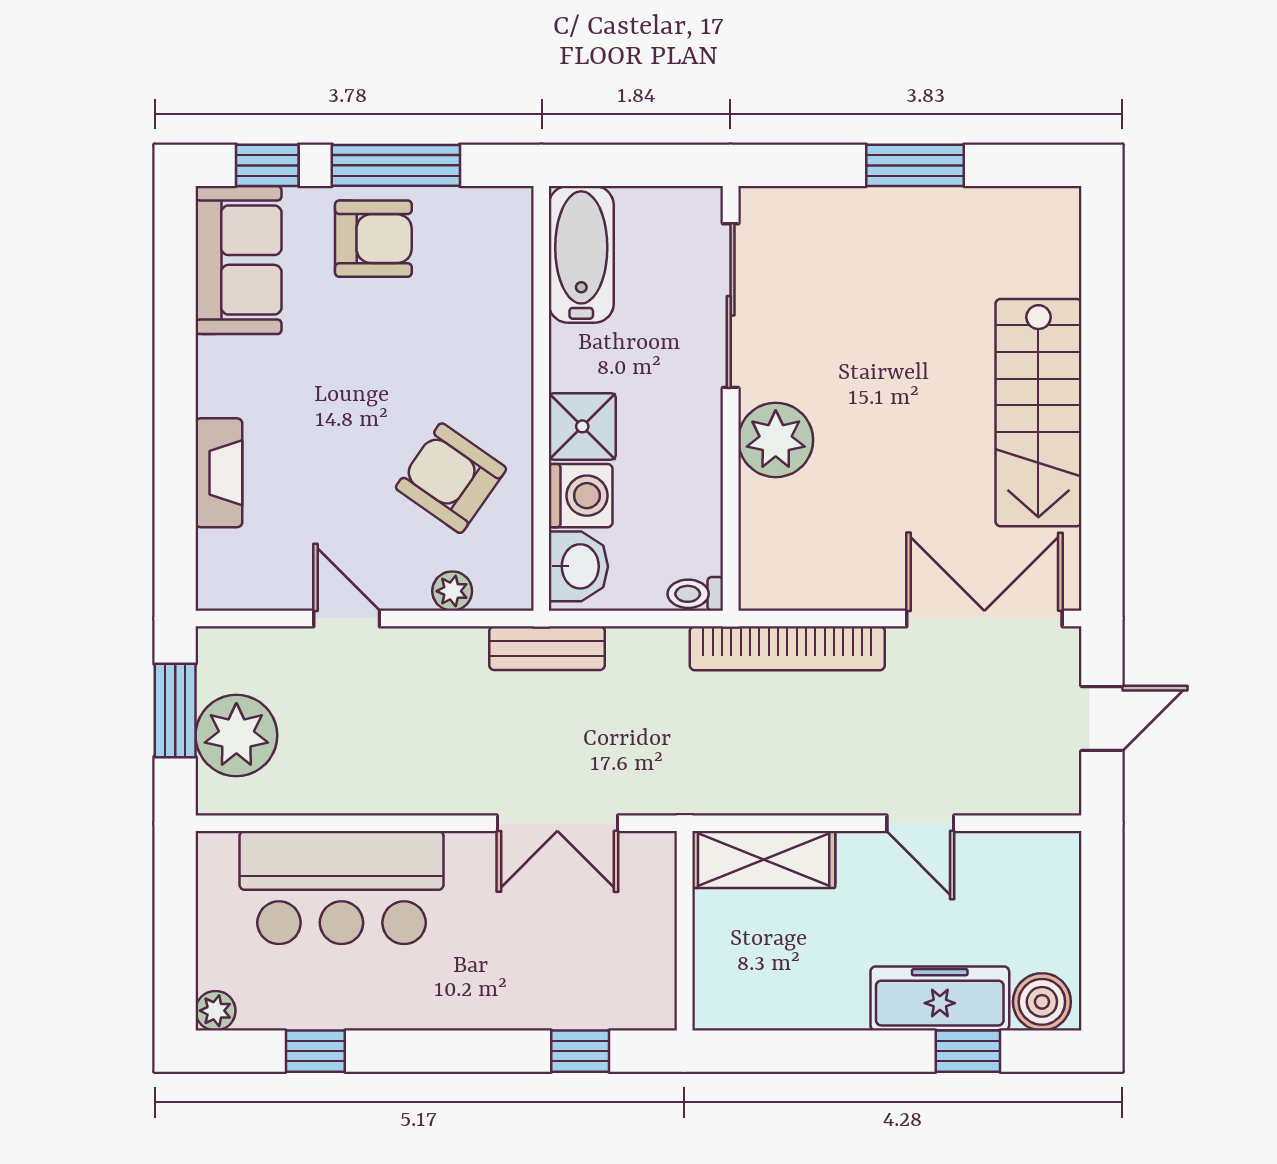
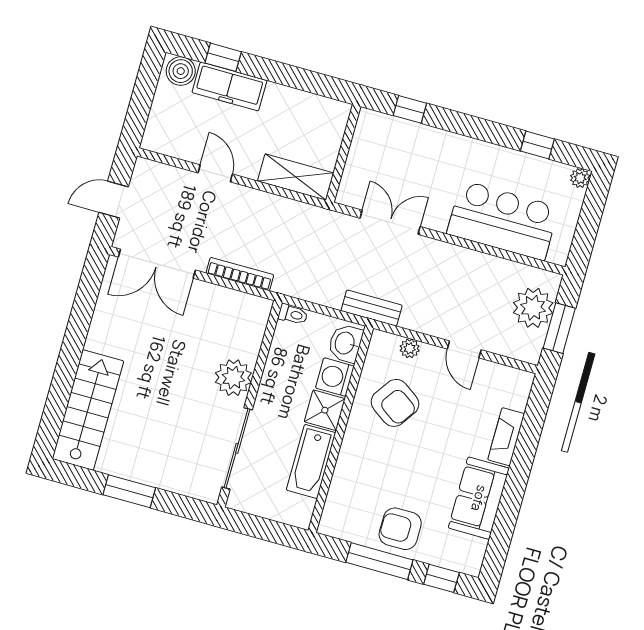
bathtub: (581, 254) -> (311, 461), moved
sofa: (238, 260) -> (479, 498), moved
stairs: (1038, 413) -> (88, 410), moved
bookcase: (787, 648) -> (240, 274), width x0.68, depth x0.76

